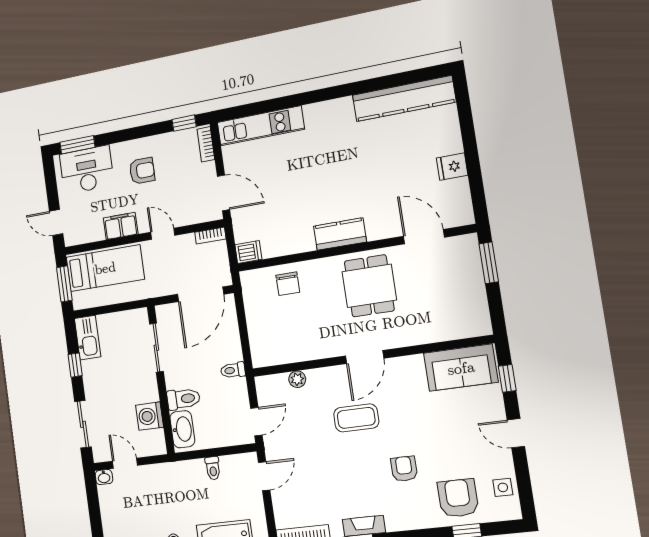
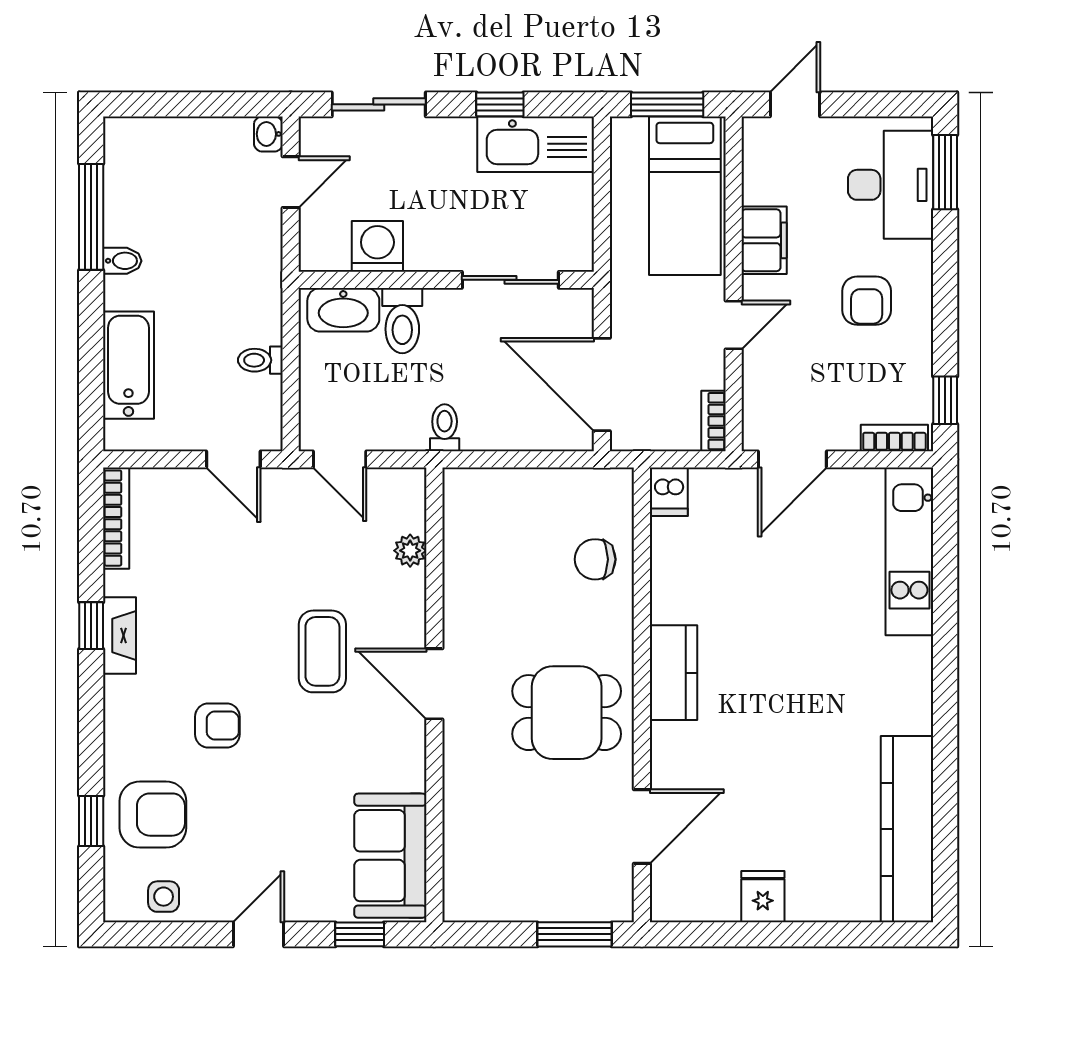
kitchen sink: (88, 338) -> (536, 144), width x1.36, depth x1.24

